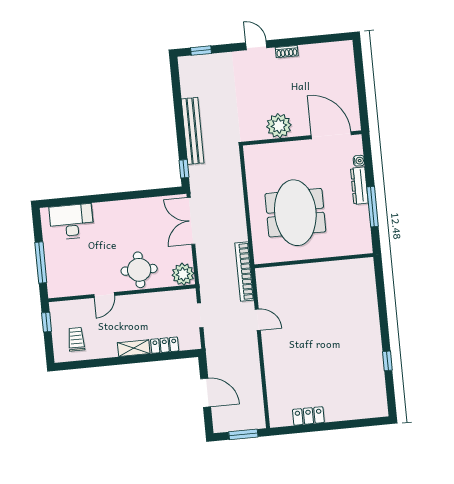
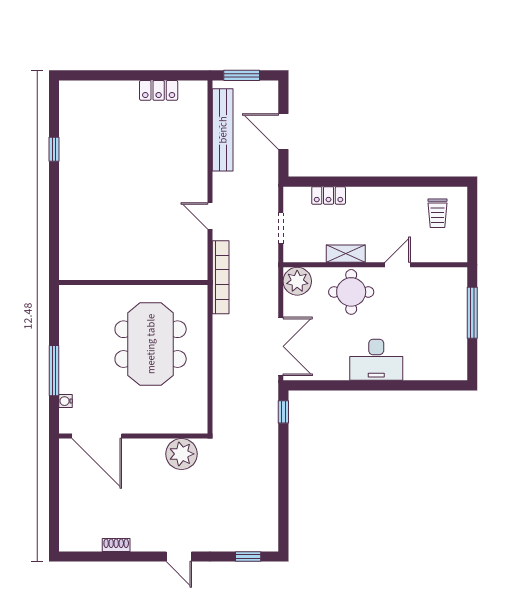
shoe rack: (287, 52) -> (116, 545), moved
plant: (279, 126) -> (182, 454), moved
bench: (193, 131) -> (223, 130), moved
dresser: (359, 186) -> (68, 370), removed
window: (373, 207) -> (54, 371), moved
desk: (71, 222) -> (376, 360), moved
window: (47, 322) -> (472, 238), removed
shelving: (134, 348) -> (346, 254), moved

